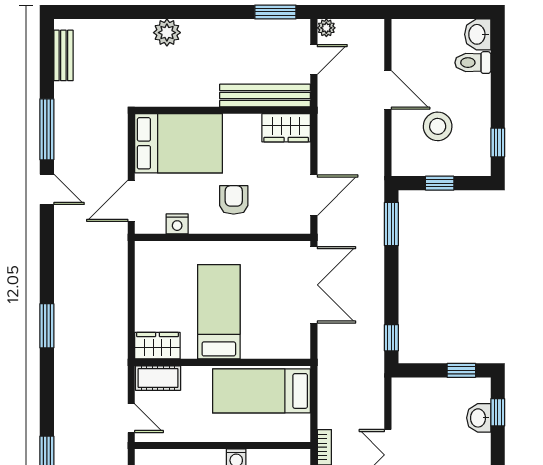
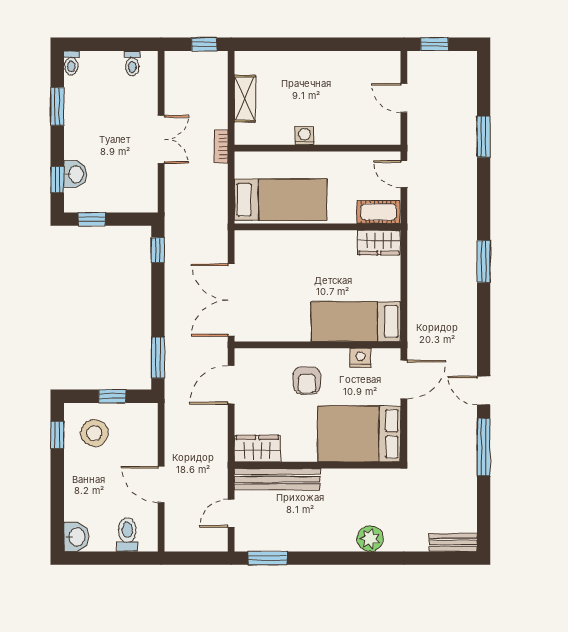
plant: (326, 28) -> (219, 543), removed
bench: (63, 55) -> (453, 542), moved, turned 90
toilet: (473, 63) -> (127, 535), moved, turned -90
stool: (438, 126) -> (94, 433), moved
bed: (219, 312) -> (356, 322), moved, turned 90

